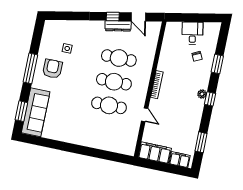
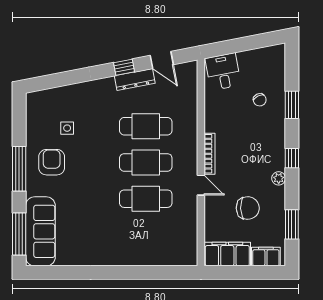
desk: (192, 33) -> (223, 72), moved
plant: (202, 94) -> (279, 178), moved
window: (21, 111) -> (19, 234), width x1.44
door: (145, 115) -> (201, 185), moved
chair: (174, 125) -> (248, 208), added

